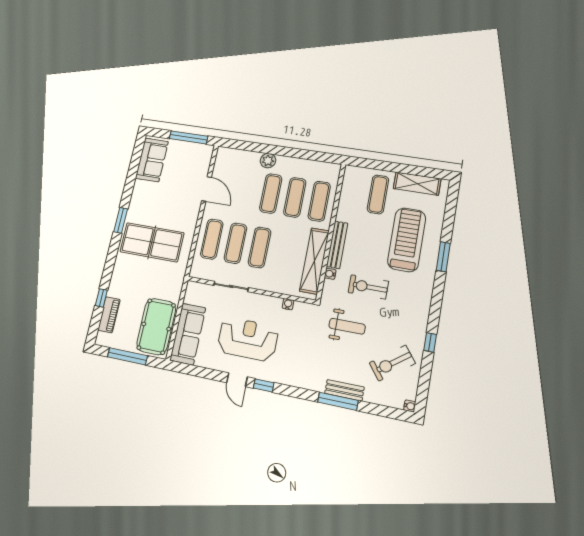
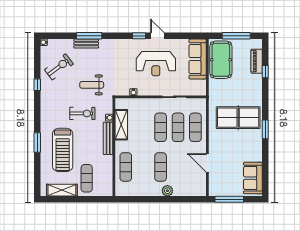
exercise mat: (295, 197) -> (143, 167), removed
shelving: (314, 261) -> (121, 125), width x0.68

